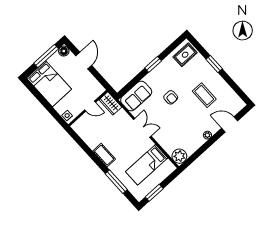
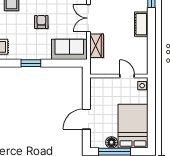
floor lamp: (64, 51) -> (112, 142), moved
wardrobe: (110, 103) -> (97, 46), moved
door: (90, 106) -> (127, 76), moved

